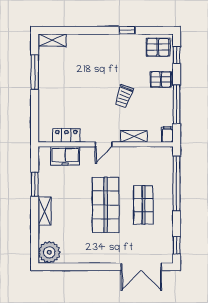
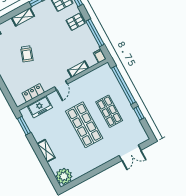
shelving: (102, 40) -> (23, 17), added
trolley: (124, 96) -> (27, 54), moved
window: (35, 184) -> (24, 126), moved
window: (177, 245) -> (139, 113), moved
double door: (141, 267) -> (130, 153), width x0.73

